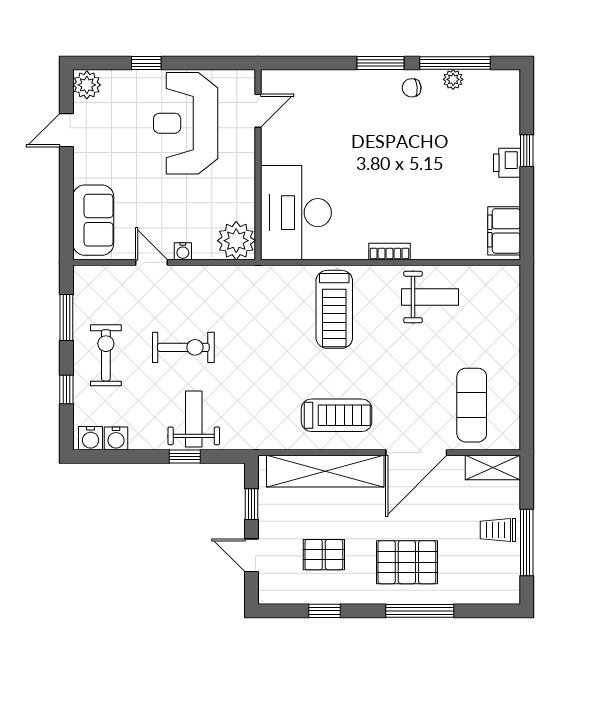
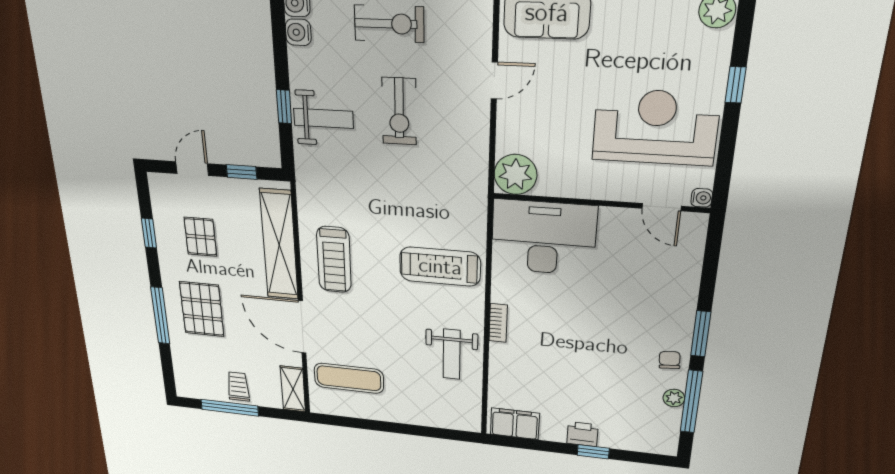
water cooler: (183, 251) -> (702, 198), moved, turned 180

